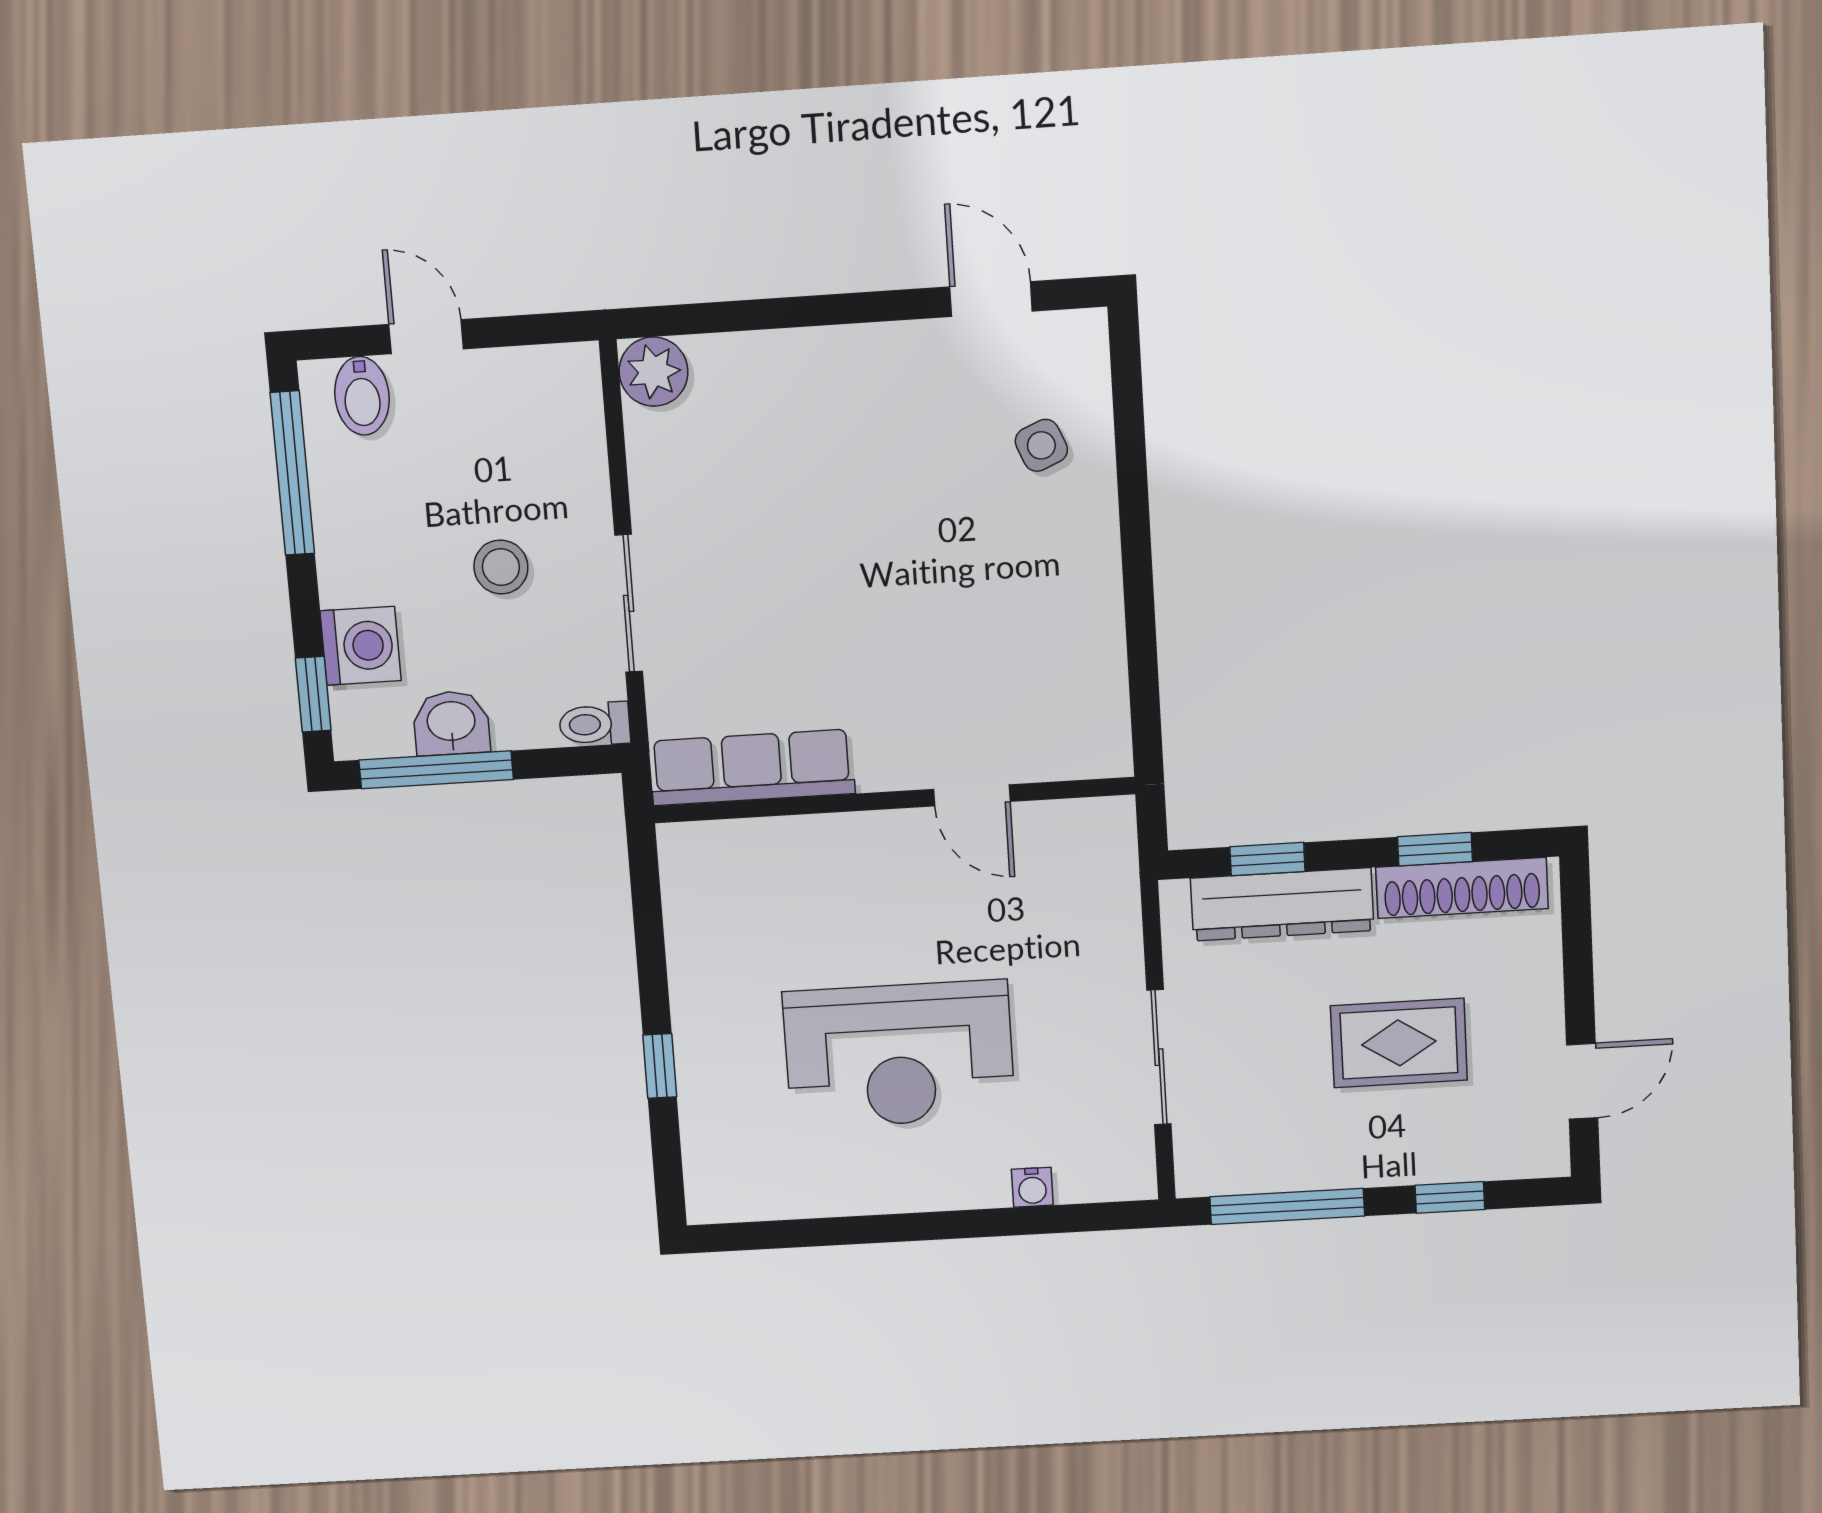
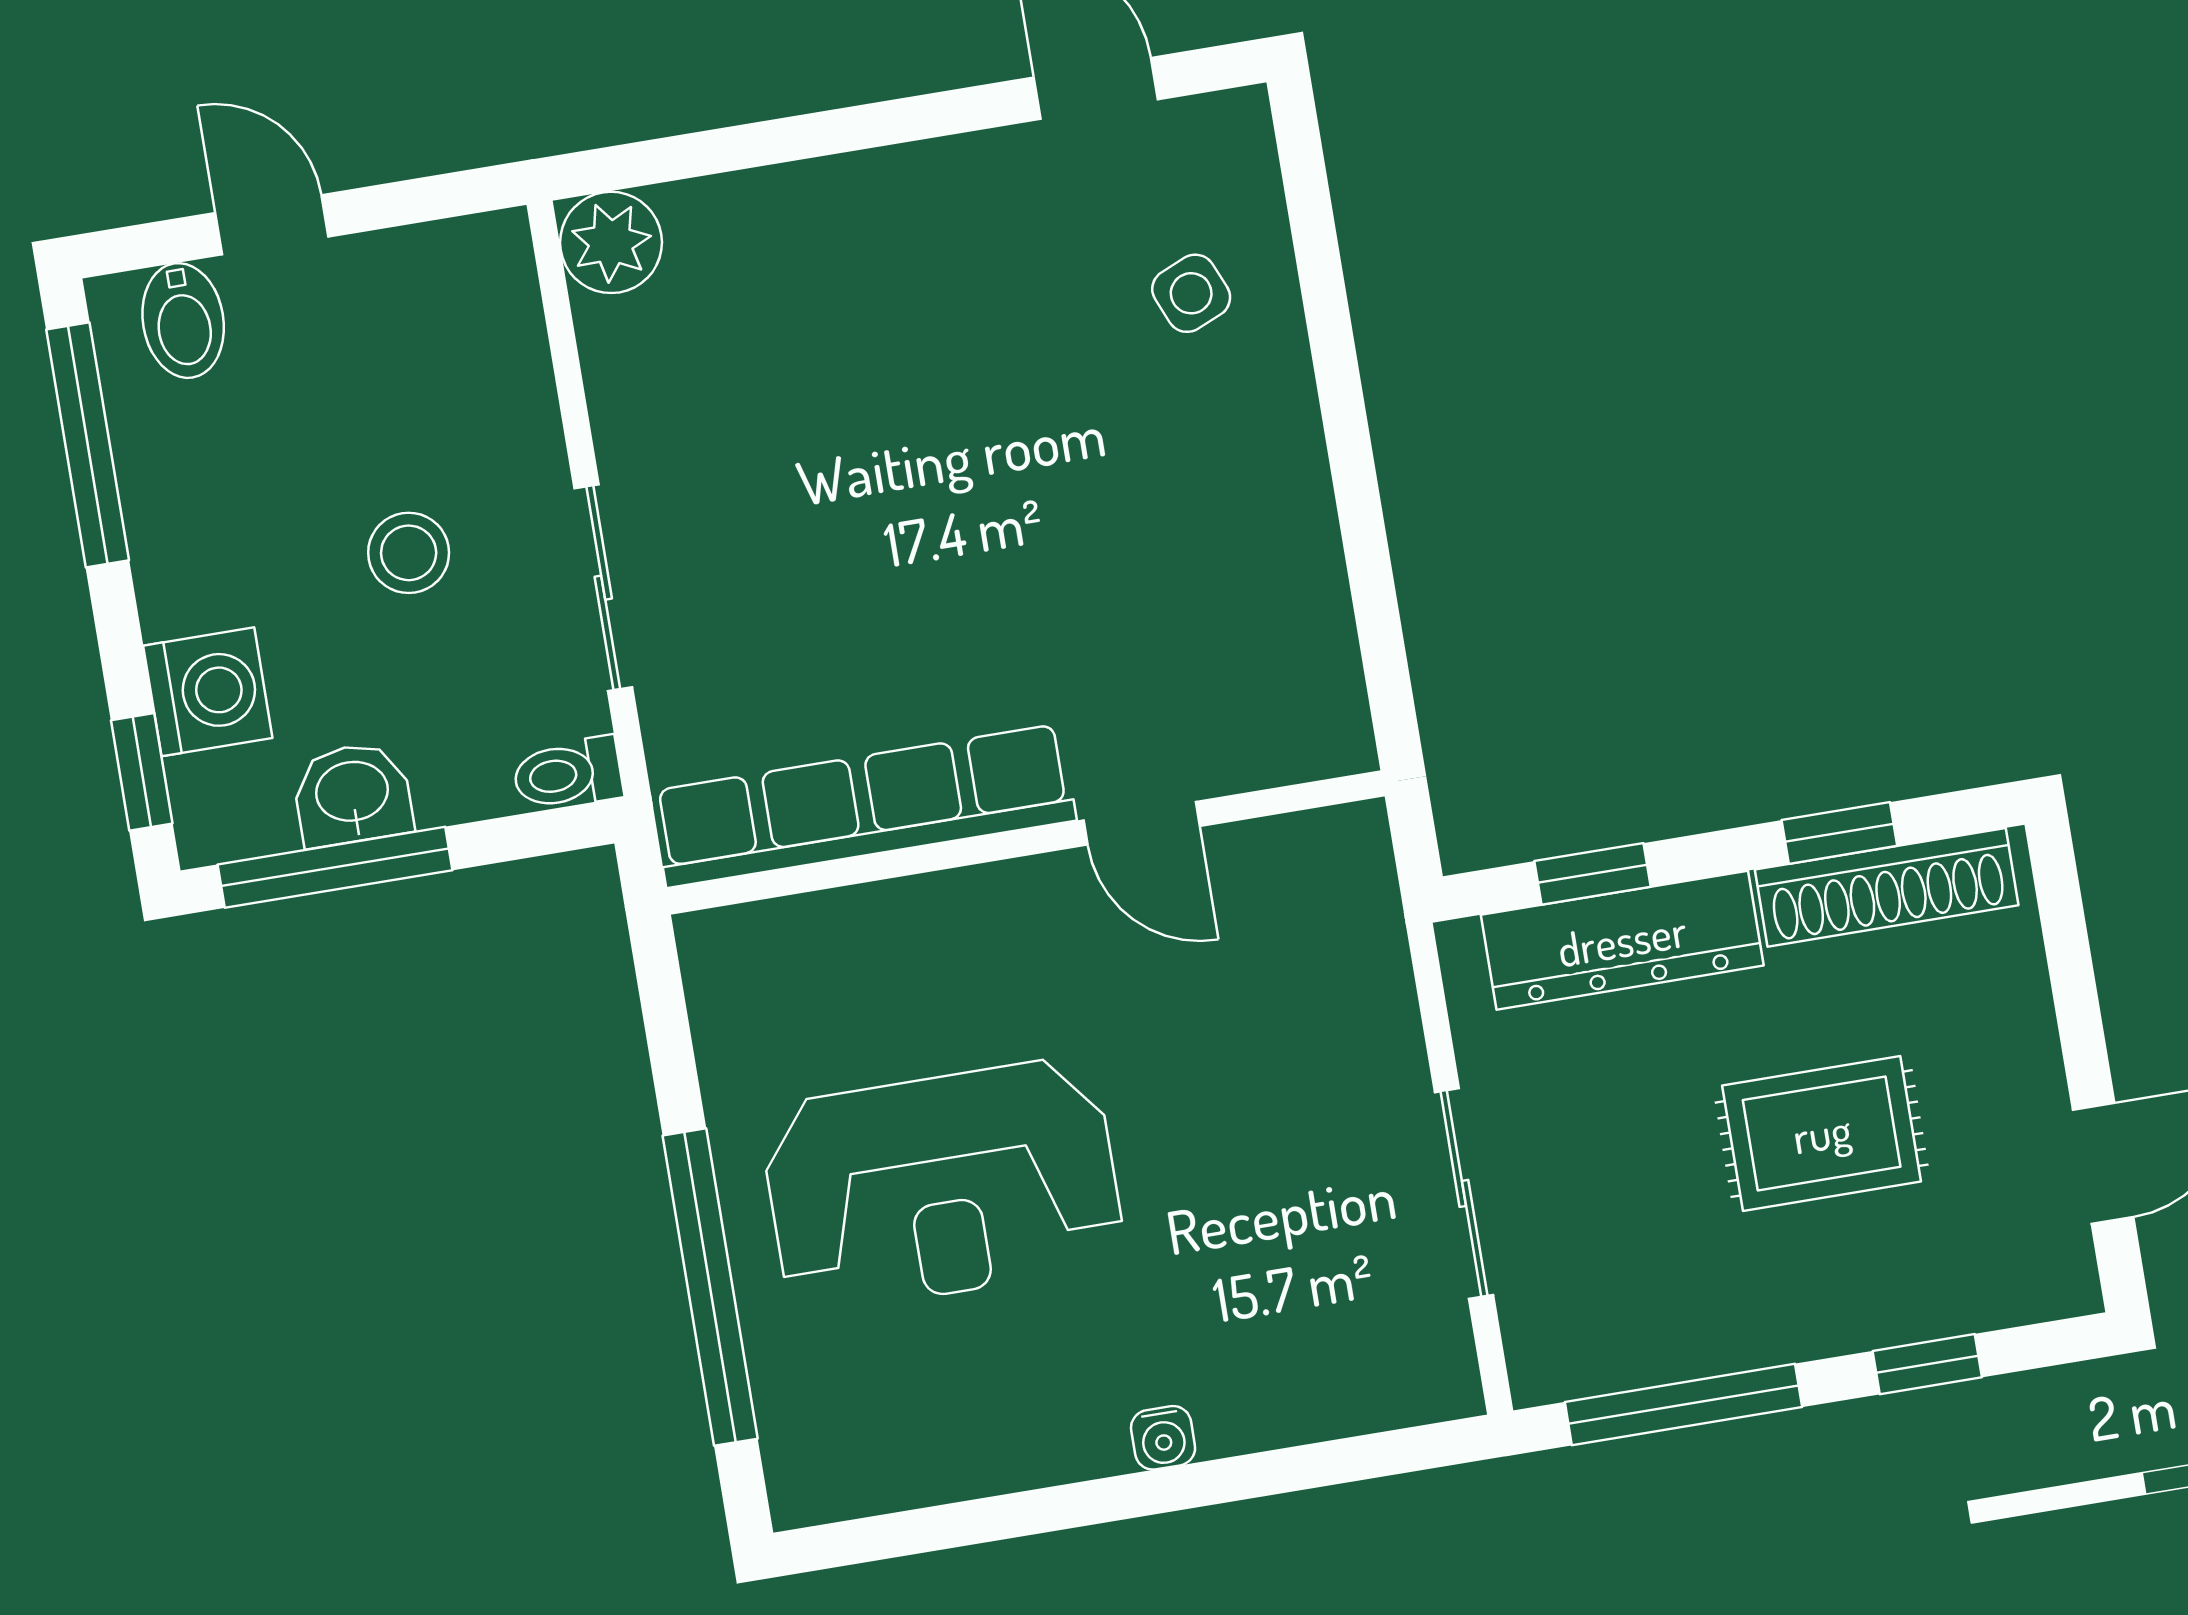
row of seats: (752, 767) -> (864, 806), width x1.36
reception desk: (899, 1054) -> (942, 1185), moved
window: (660, 1066) -> (710, 1287), width x3.17
water cooler: (1032, 1187) -> (1163, 1438), moved

